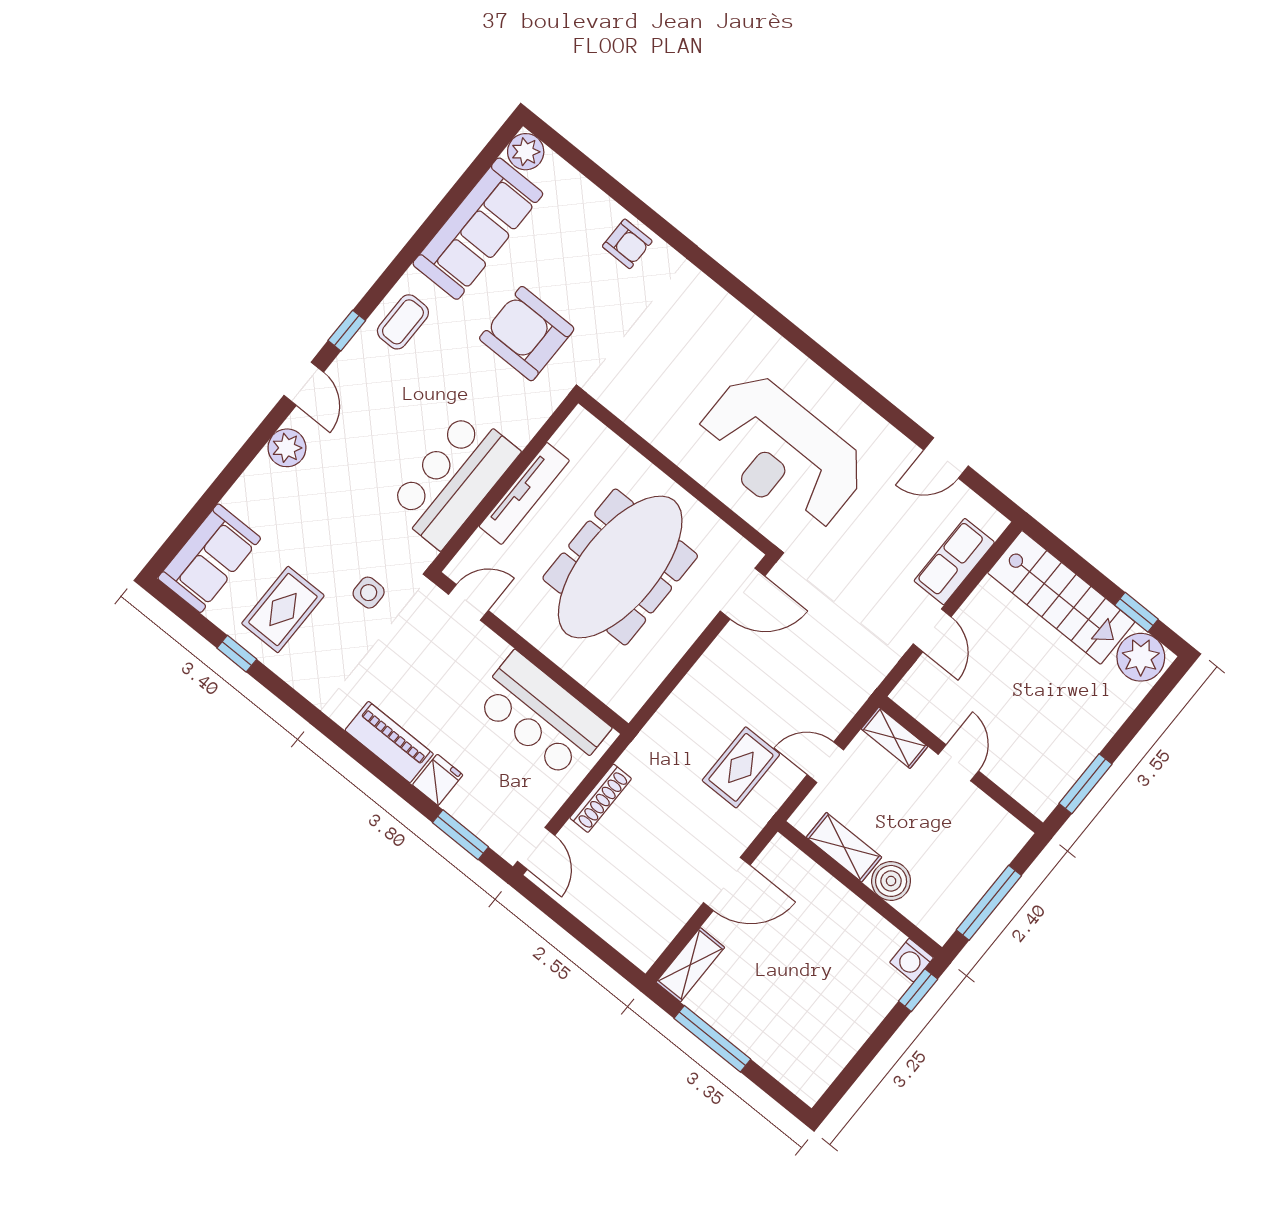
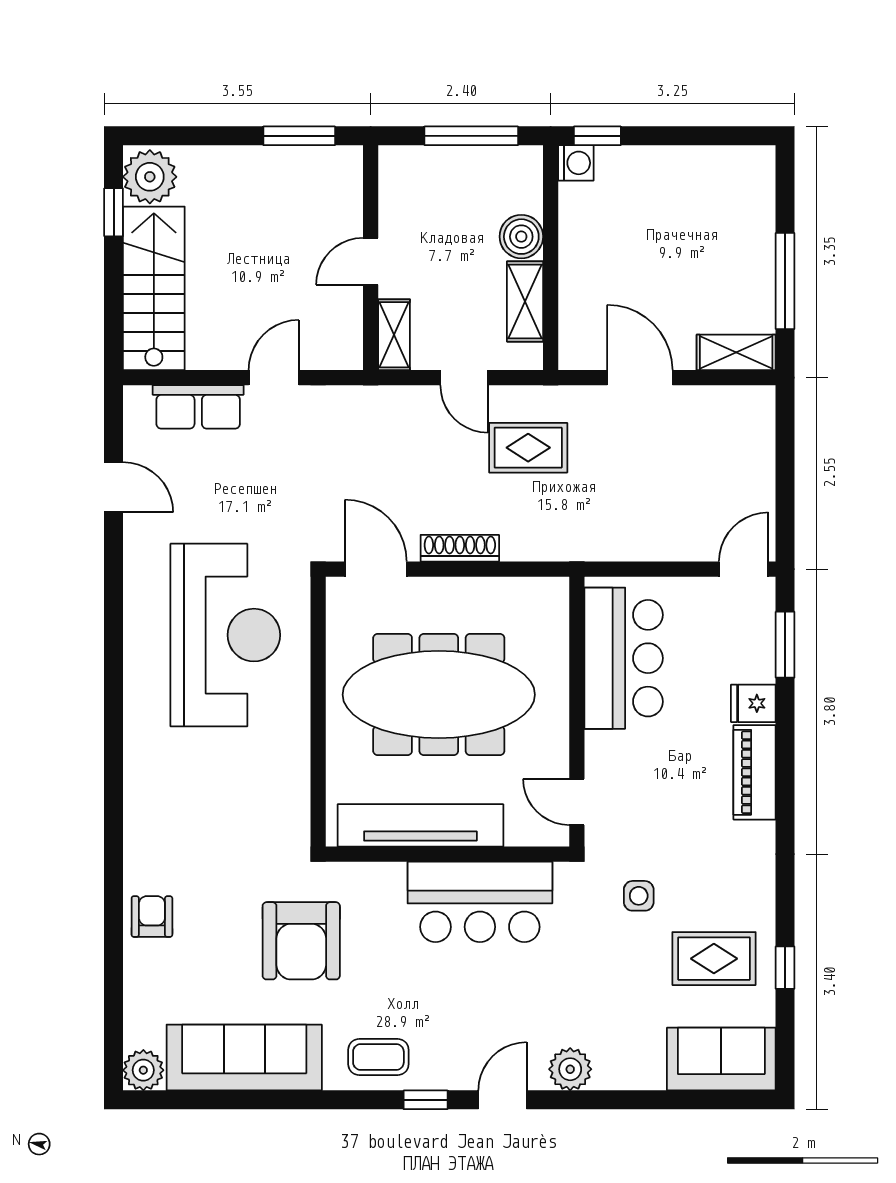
tv unit: (524, 493) -> (420, 825), width x1.36, depth x1.29
shoe rack: (601, 798) -> (460, 548), moved

